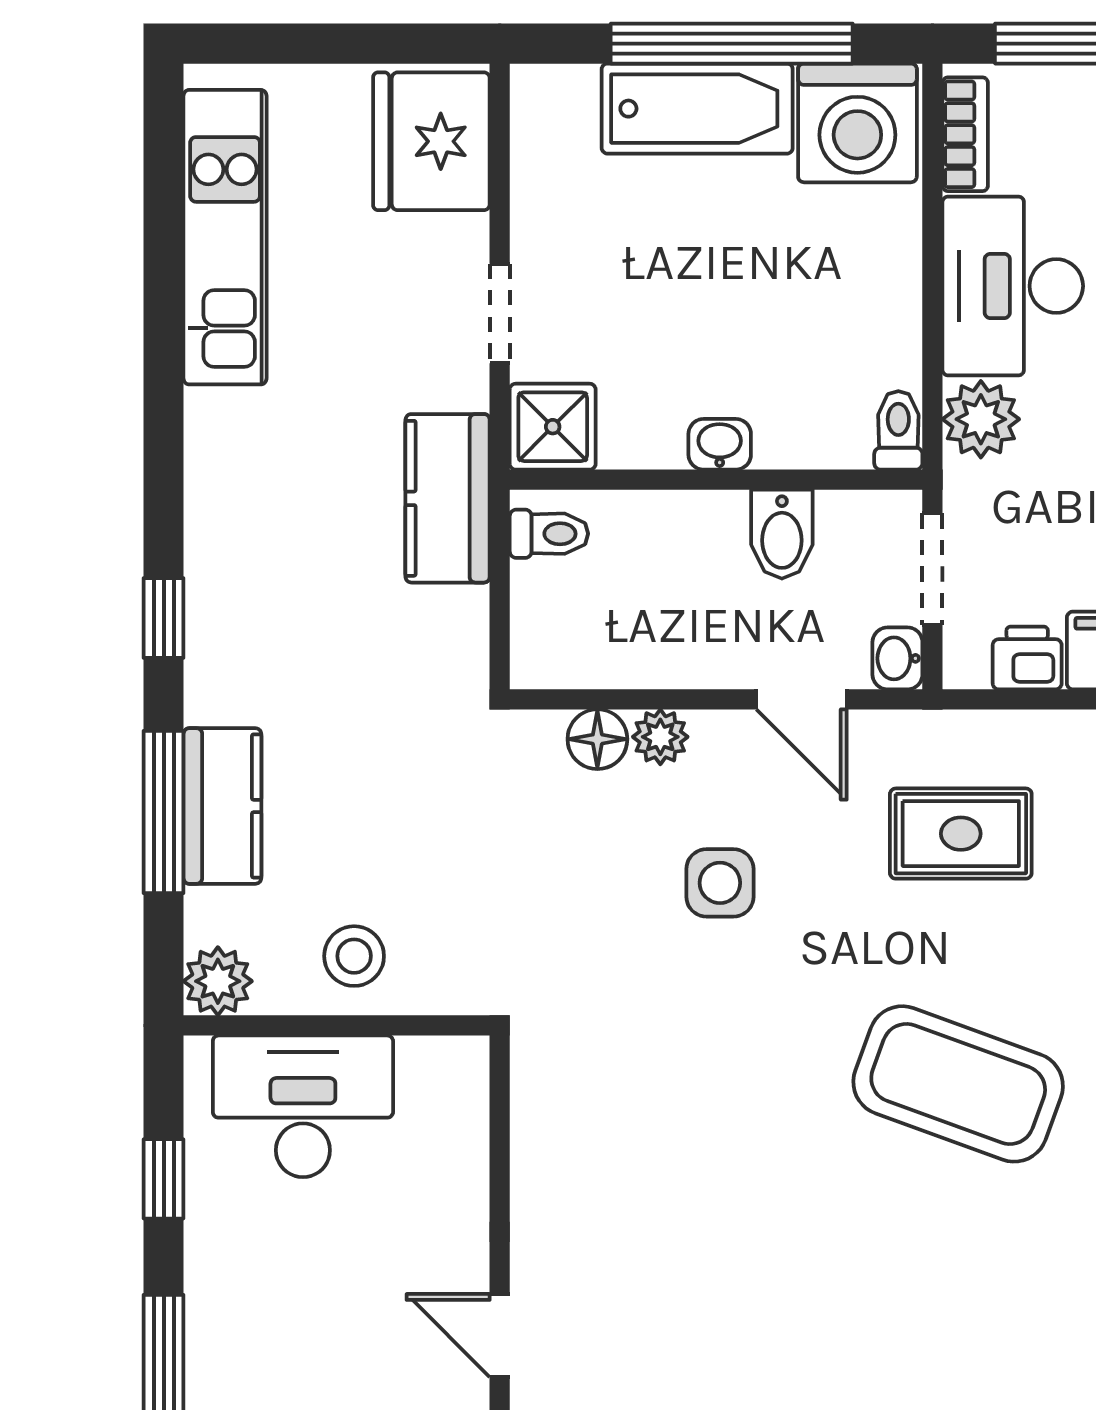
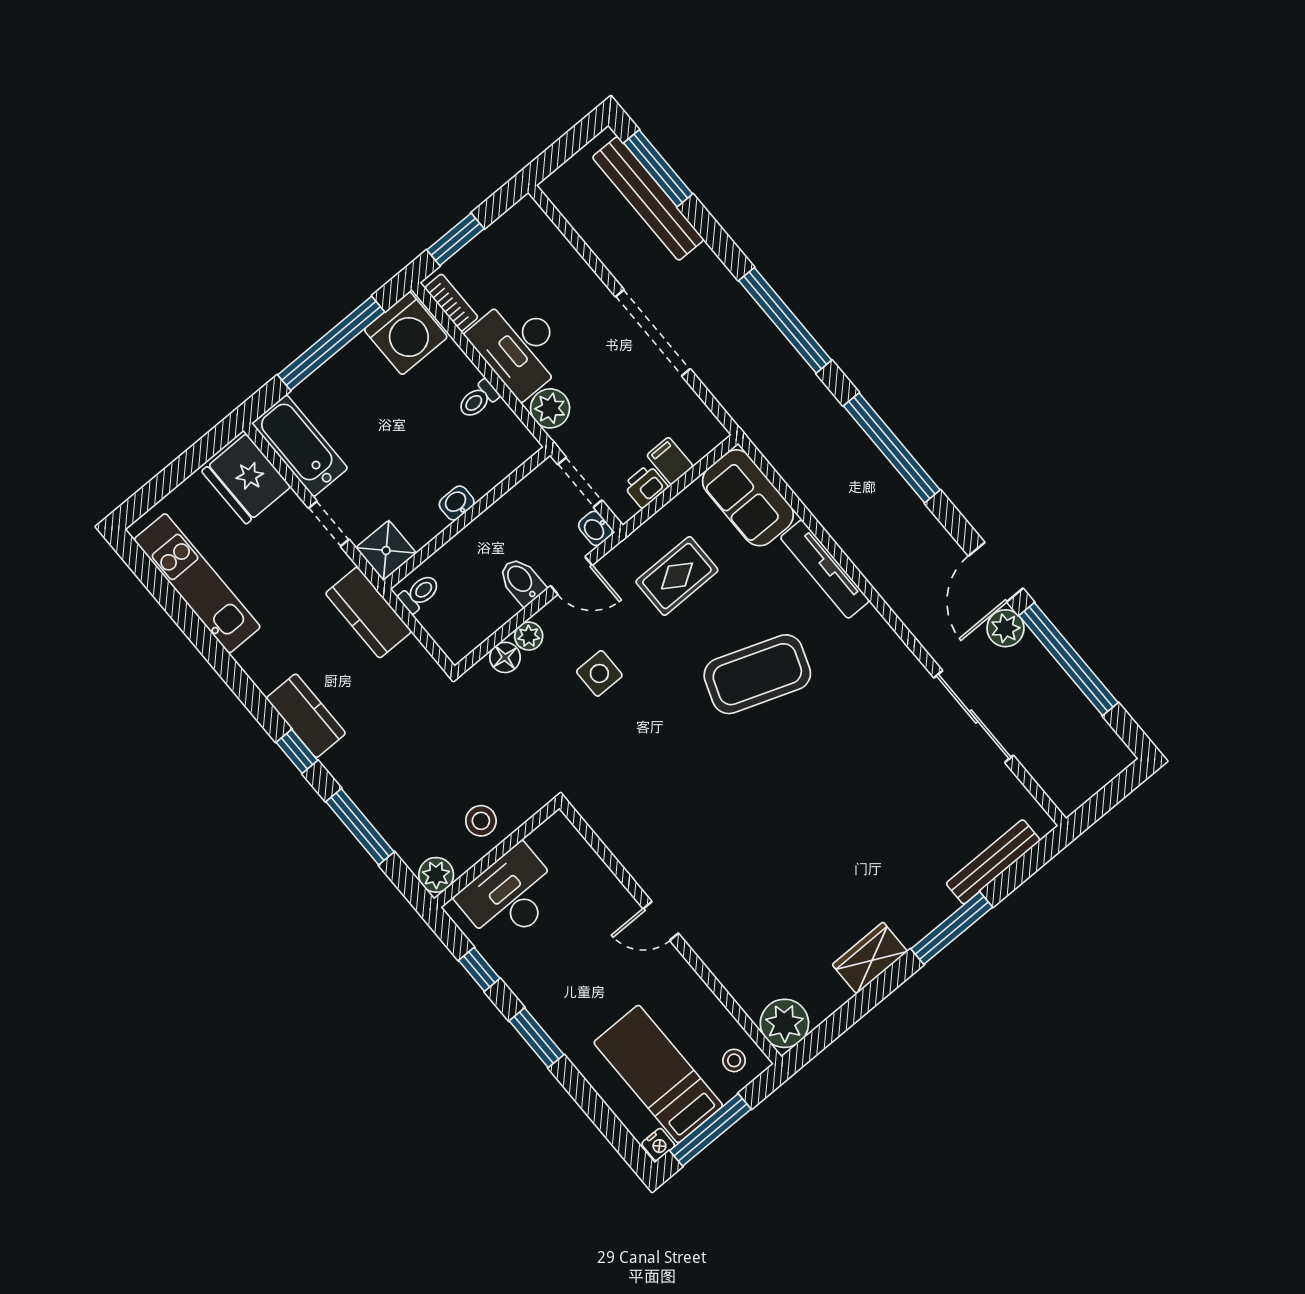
bathtub: (697, 109) -> (300, 446), moved, turned -90
toilet: (898, 430) -> (478, 399), moved, turned -90
bidet: (782, 534) -> (522, 581), moved, turned 180
kitchen counter: (222, 806) -> (306, 716), moved

